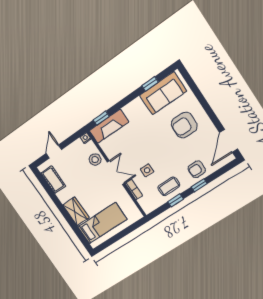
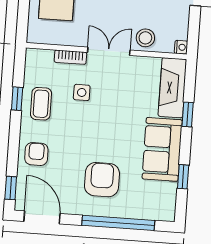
sofa: (163, 93) -> (162, 149), moved
window: (201, 98) -> (118, 223), added
window: (101, 118) -> (188, 114), moved
double door: (116, 173) -> (109, 51), swing flipped
window: (199, 185) -> (11, 188), moved

